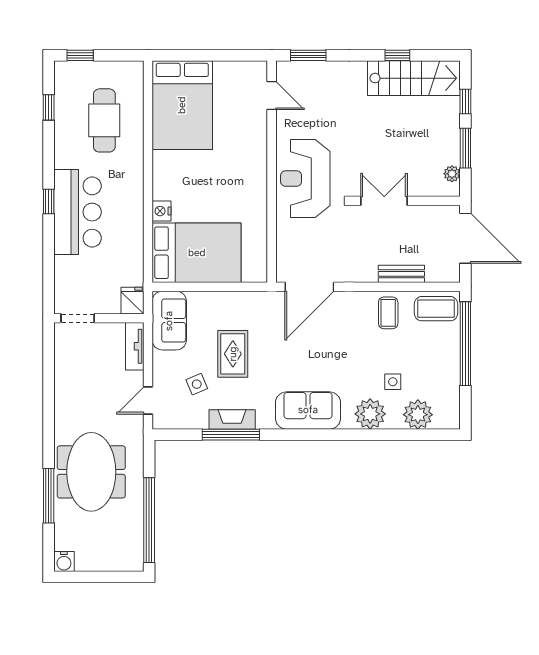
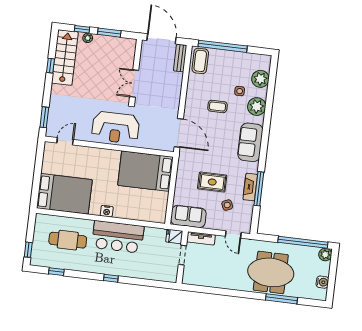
plant: (452, 174) -> (88, 38), moved
nightstand: (162, 211) -> (107, 211), moved
bar counter: (77, 212) -> (118, 237), moved, turned 180
door: (465, 238) -> (161, 39), hinge flipped
bed: (197, 253) -> (145, 171), moved, turned -90
bench: (401, 274) -> (180, 58), moved
coffee table: (388, 313) -> (217, 106), moved
doorway: (78, 318) -> (182, 255), moved
plant: (133, 561) -> (325, 254), added
water cooler: (64, 562) -> (322, 282), moved

